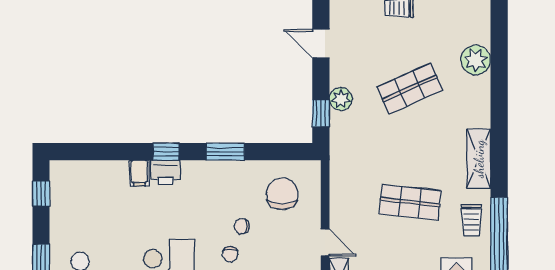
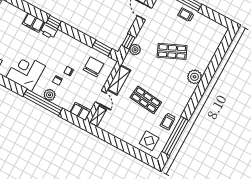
plant: (476, 60) -> (195, 77), moved
plant: (341, 99) -> (135, 50), moved
window: (225, 152) -> (102, 48), moved
shelving: (479, 159) -> (119, 80), moved
filing cabinet: (139, 173) -> (33, 23), width x2.00

